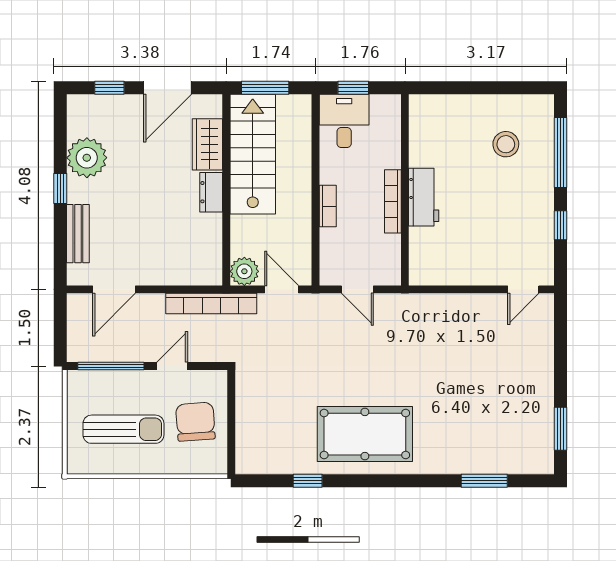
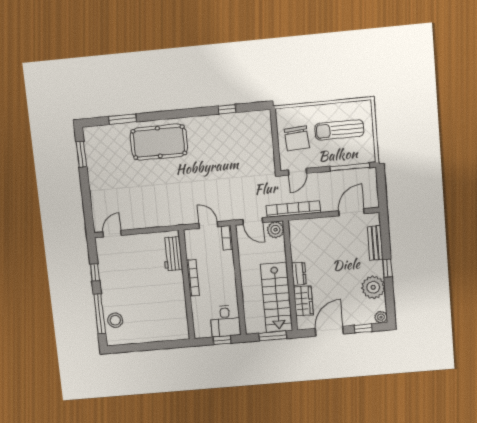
plant: (77, 105) -> (381, 317), added
stool: (506, 144) -> (115, 320), moved
workbench: (424, 197) -> (172, 254), moved
bookcase: (328, 206) -> (227, 238), moved
door: (172, 366) -> (297, 172), moved
pool table: (365, 434) -> (159, 142), moved

